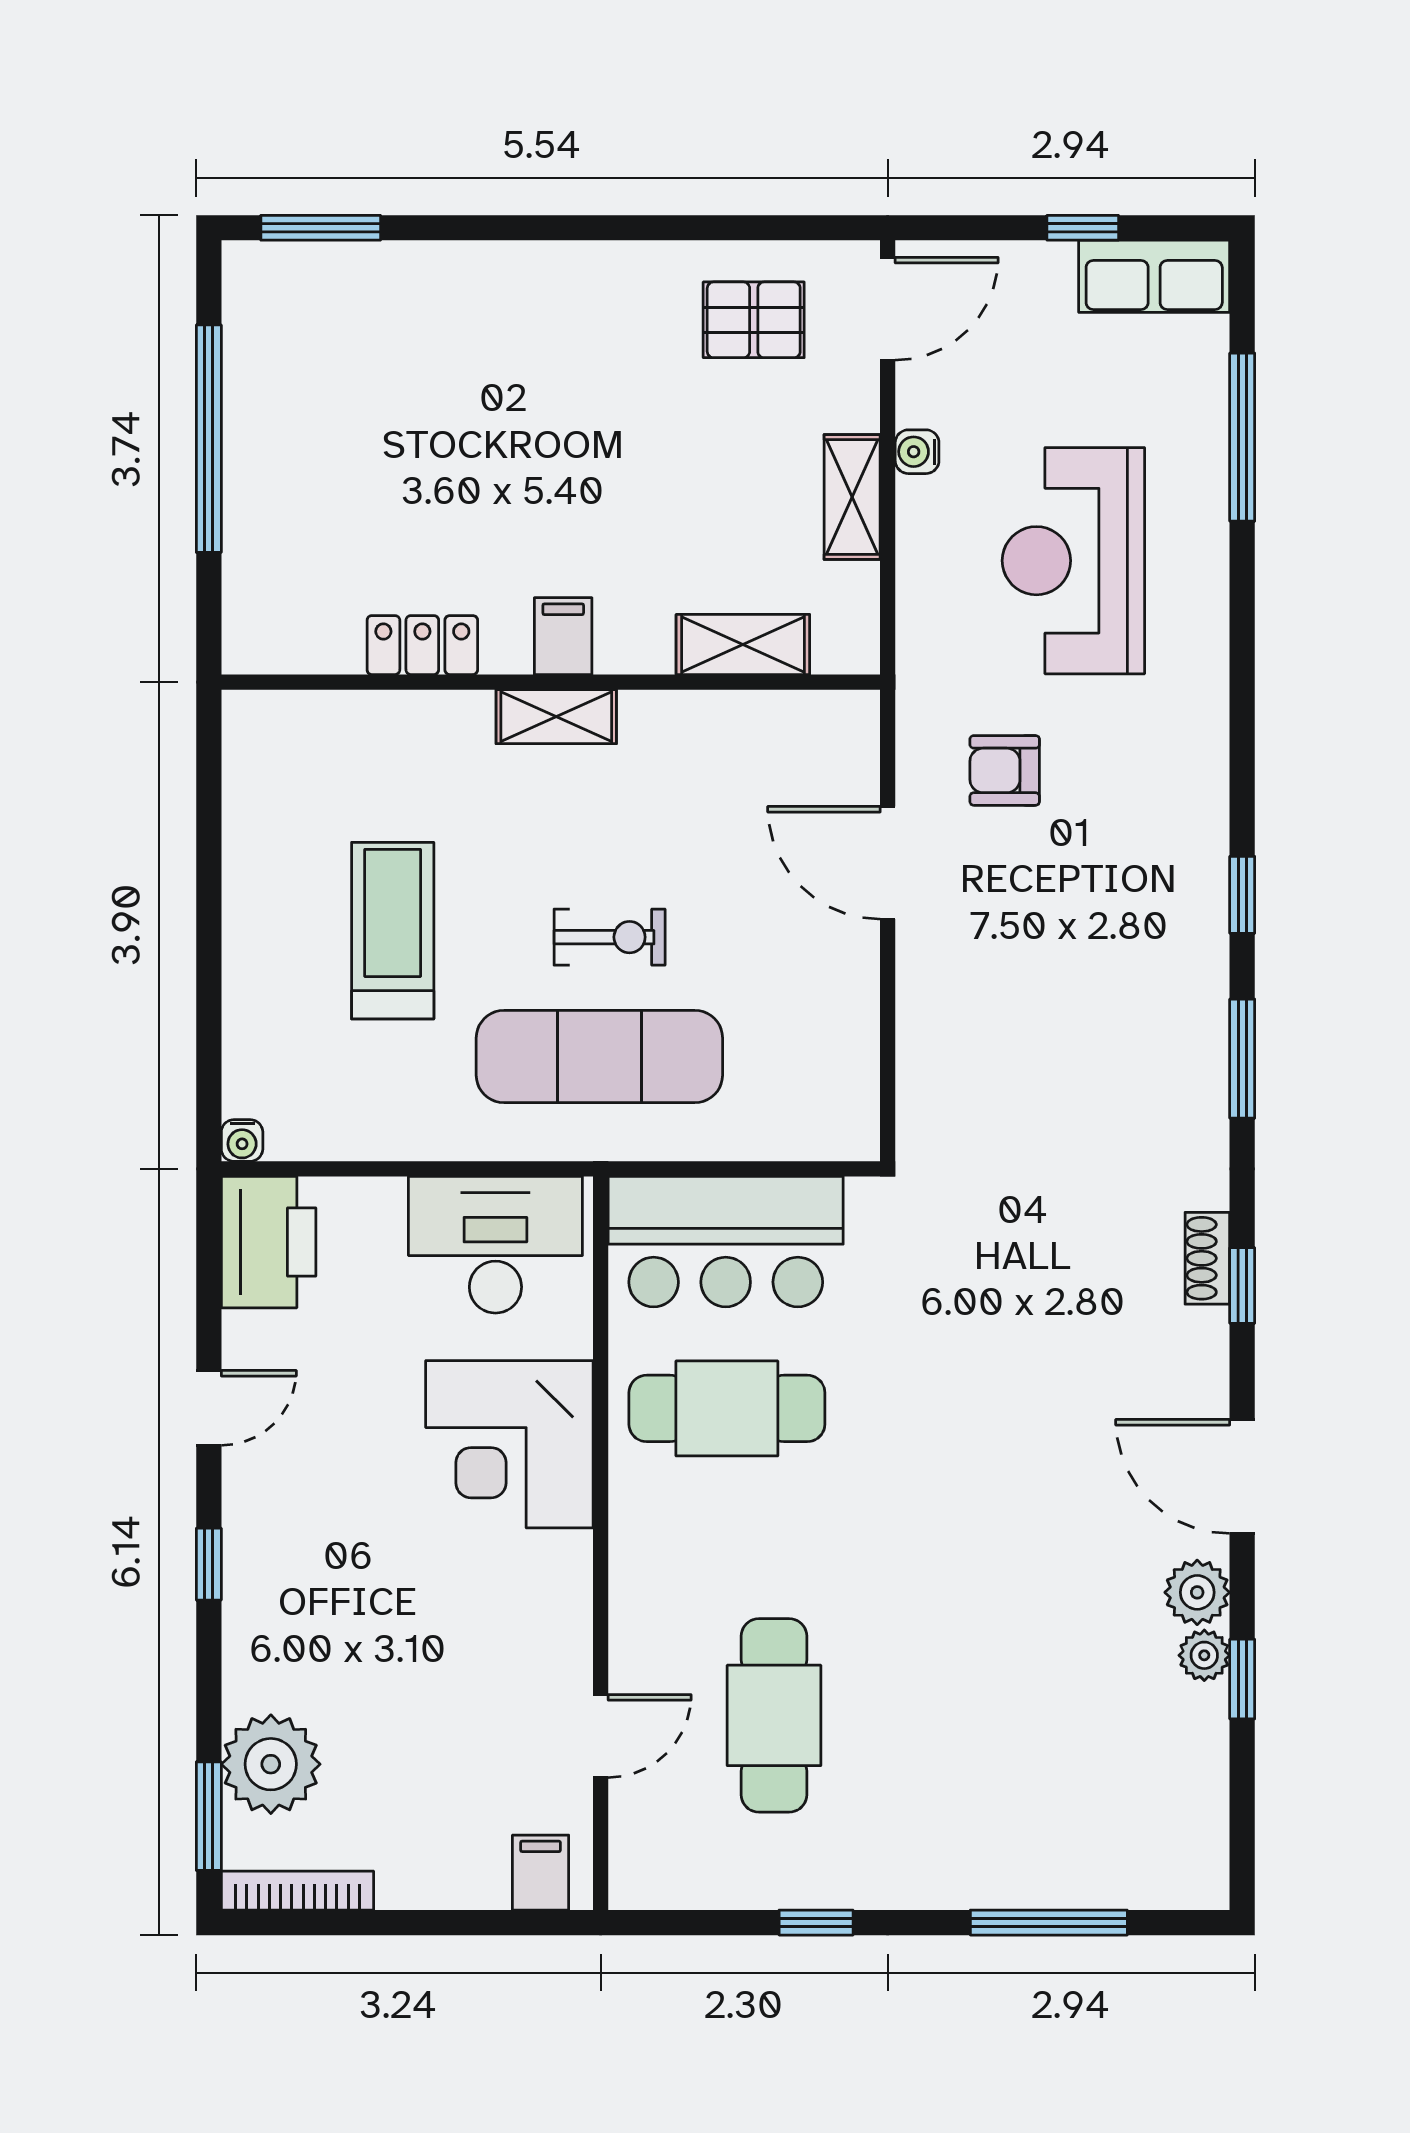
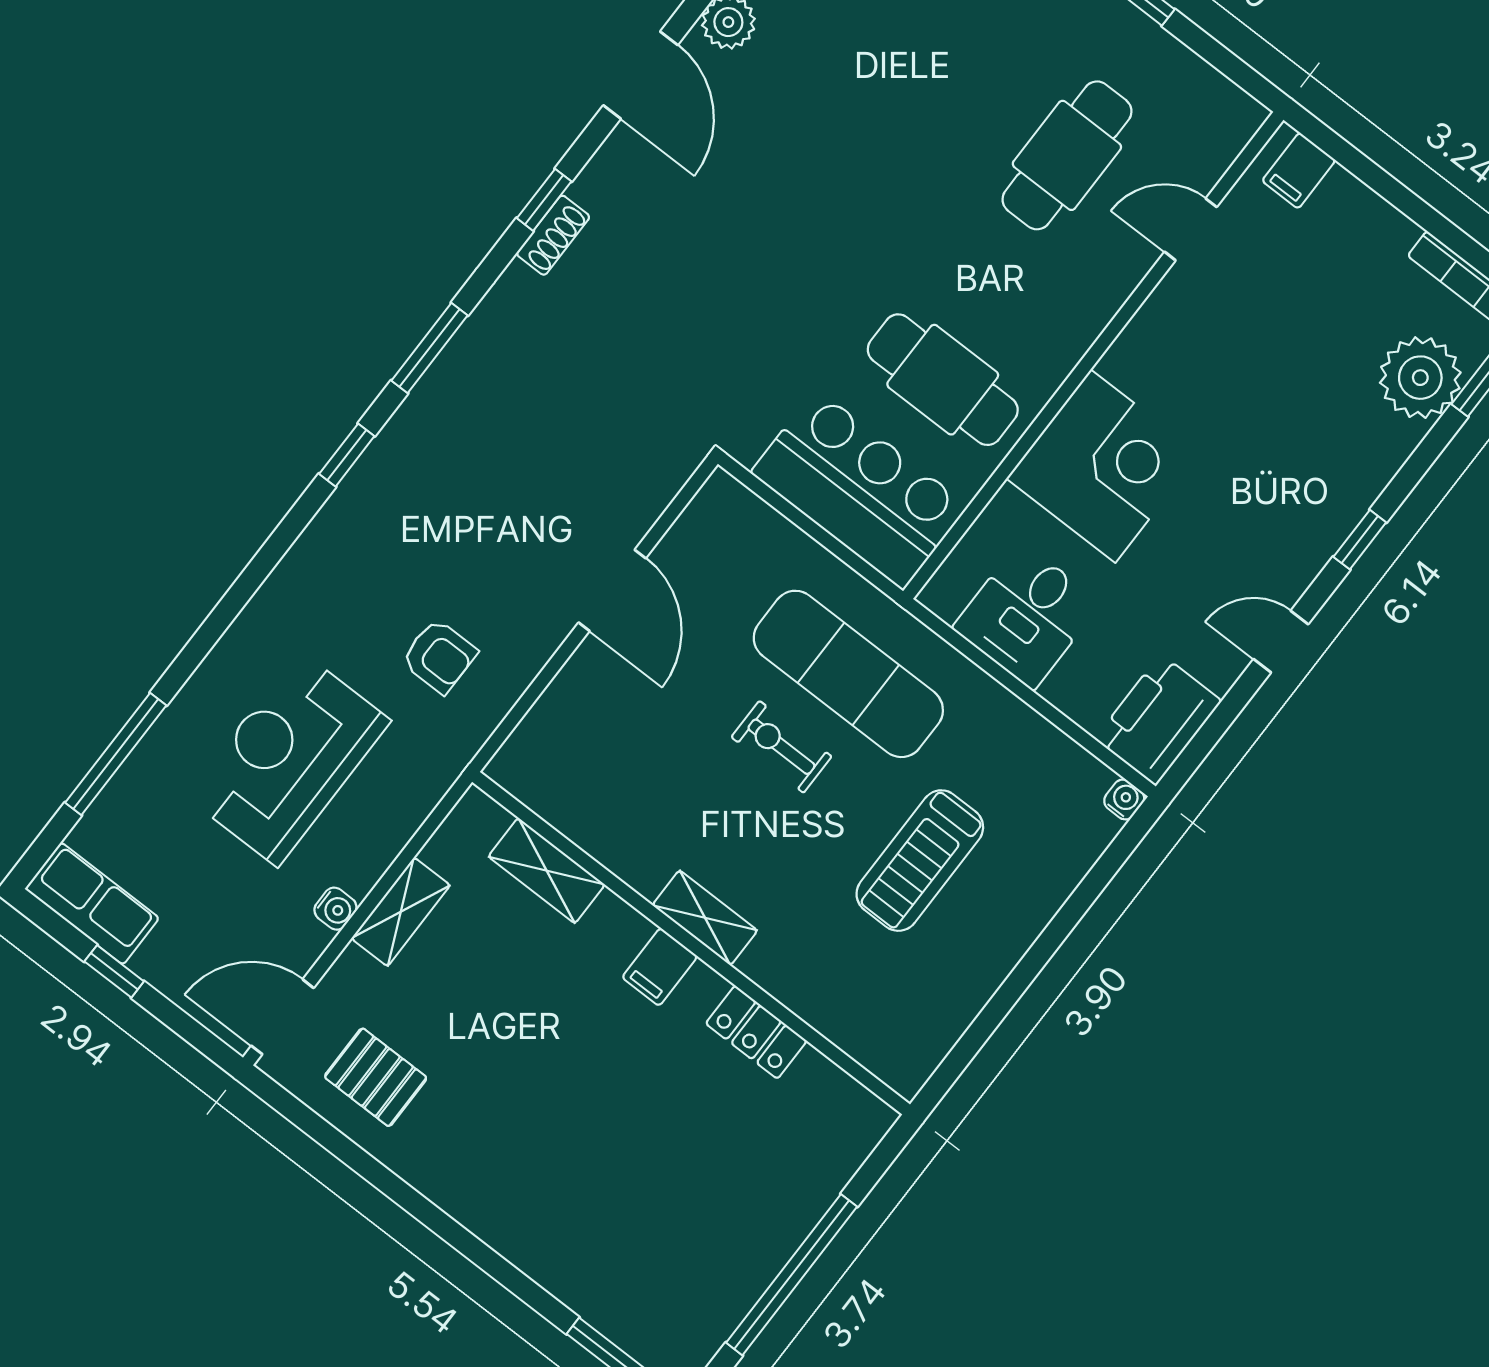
reception desk: (1073, 561) -> (288, 759), turned 180
door: (888, 863) -> (612, 590), moved
desk: (495, 1245) -> (1027, 615), width x0.73

